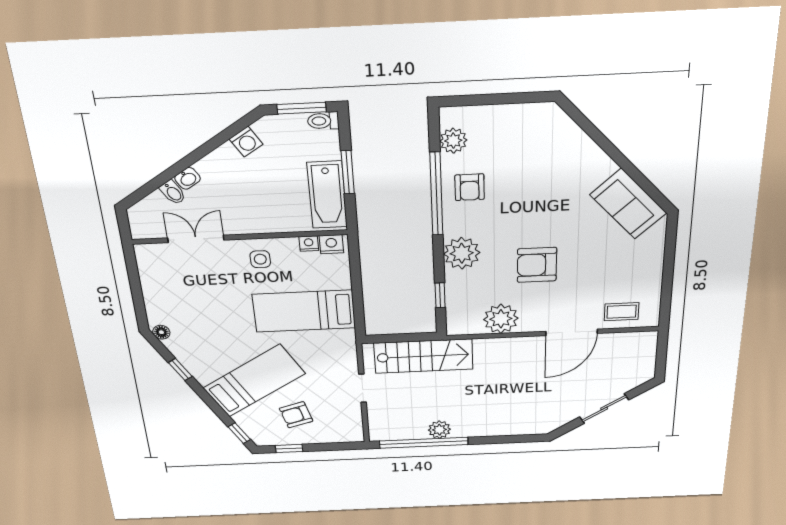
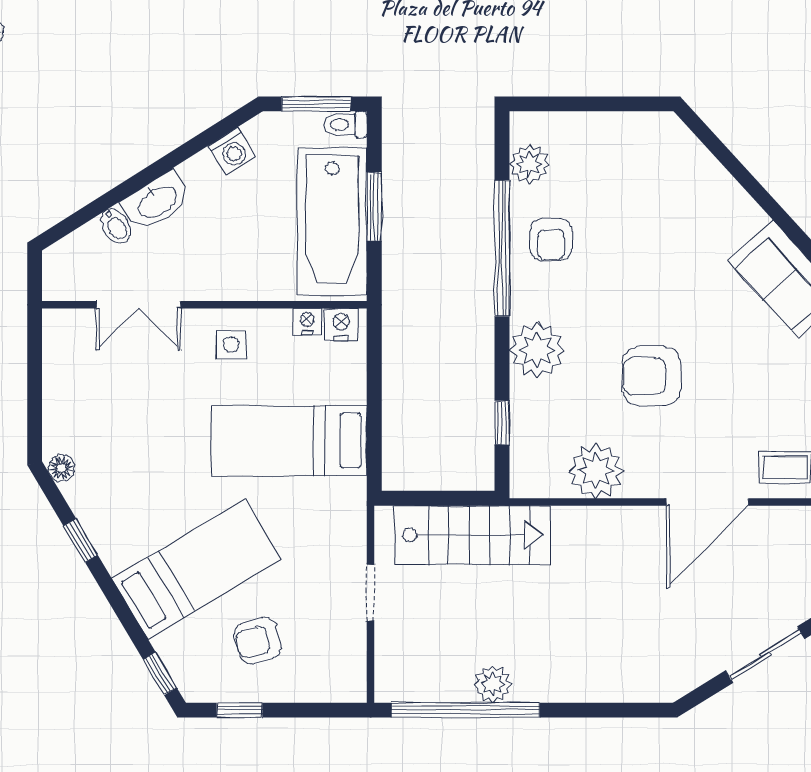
washbasin: (188, 178) -> (157, 201), width x1.91, depth x1.45
bathtub: (327, 195) -> (332, 222), width x1.36, depth x1.36
double door: (196, 239) -> (139, 305), swing flipped

